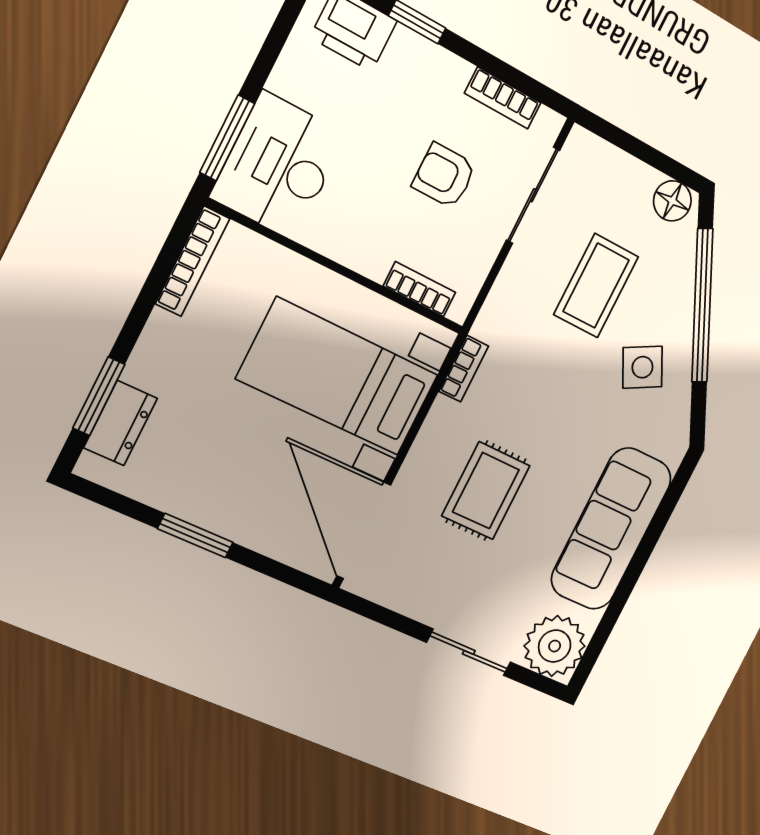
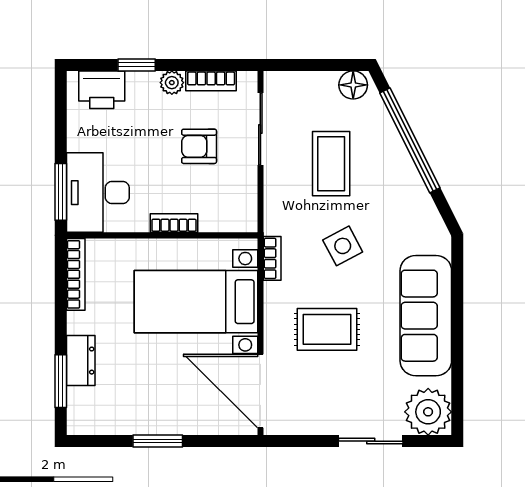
plant: (451, 72) -> (172, 83), added
bookcase: (420, 289) -> (174, 223), moved
side table: (642, 367) -> (343, 246), moved
dresser: (120, 423) -> (81, 361), moved
rug: (486, 491) -> (327, 329), turned 90

